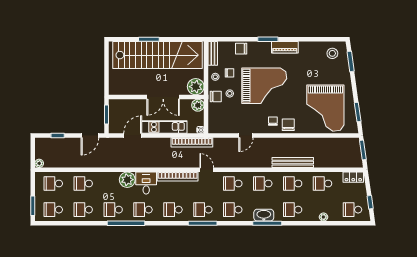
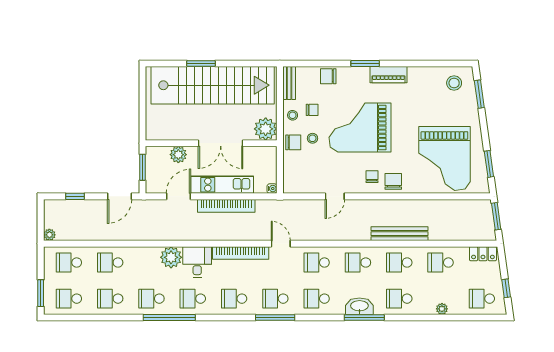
grand piano: (264, 86) -> (360, 128), turned 180
plant: (198, 105) -> (178, 155), moved
bookcase: (192, 142) -> (226, 206), moved

